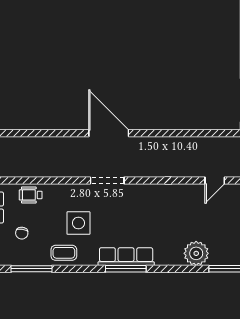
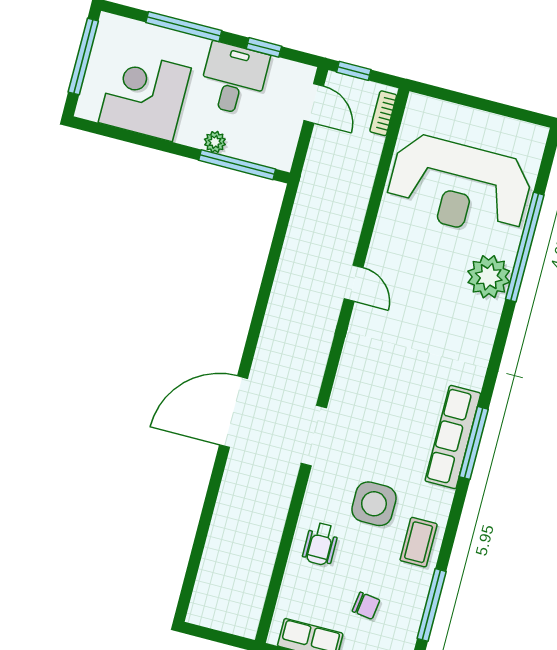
door: (215, 181) -> (354, 283), moved
wheelchair: (31, 195) -> (321, 544), moved
plant: (196, 253) -> (489, 277), moved

